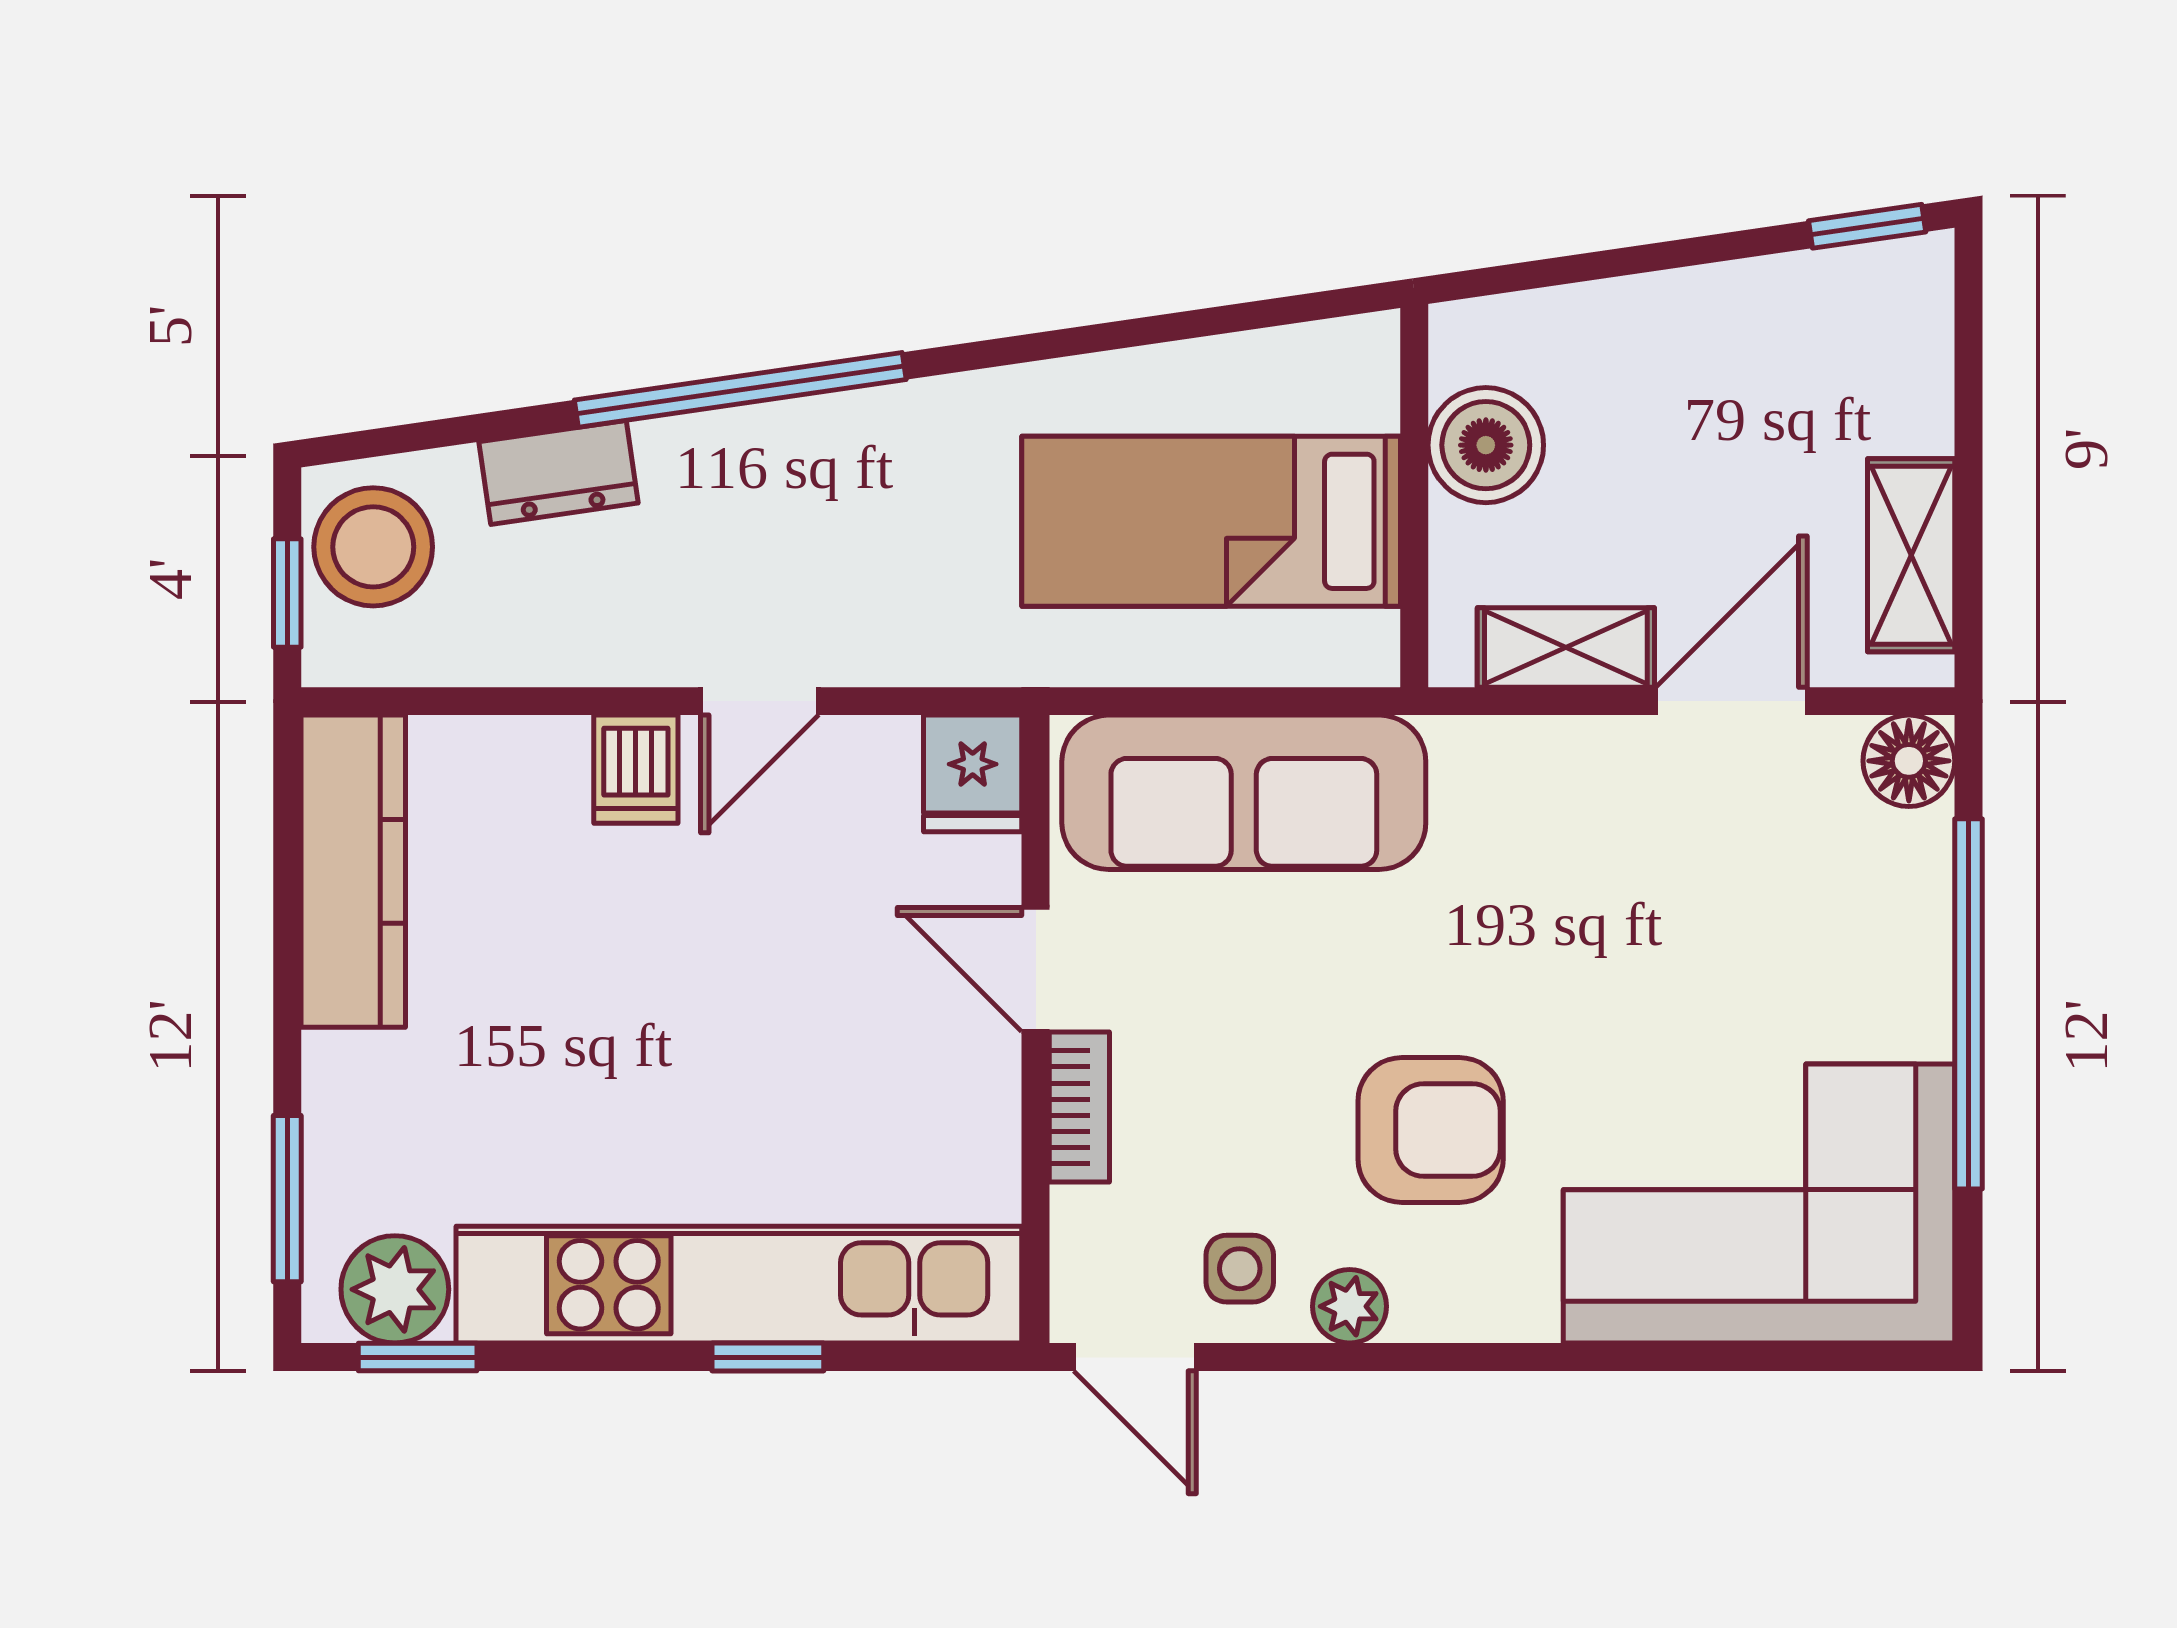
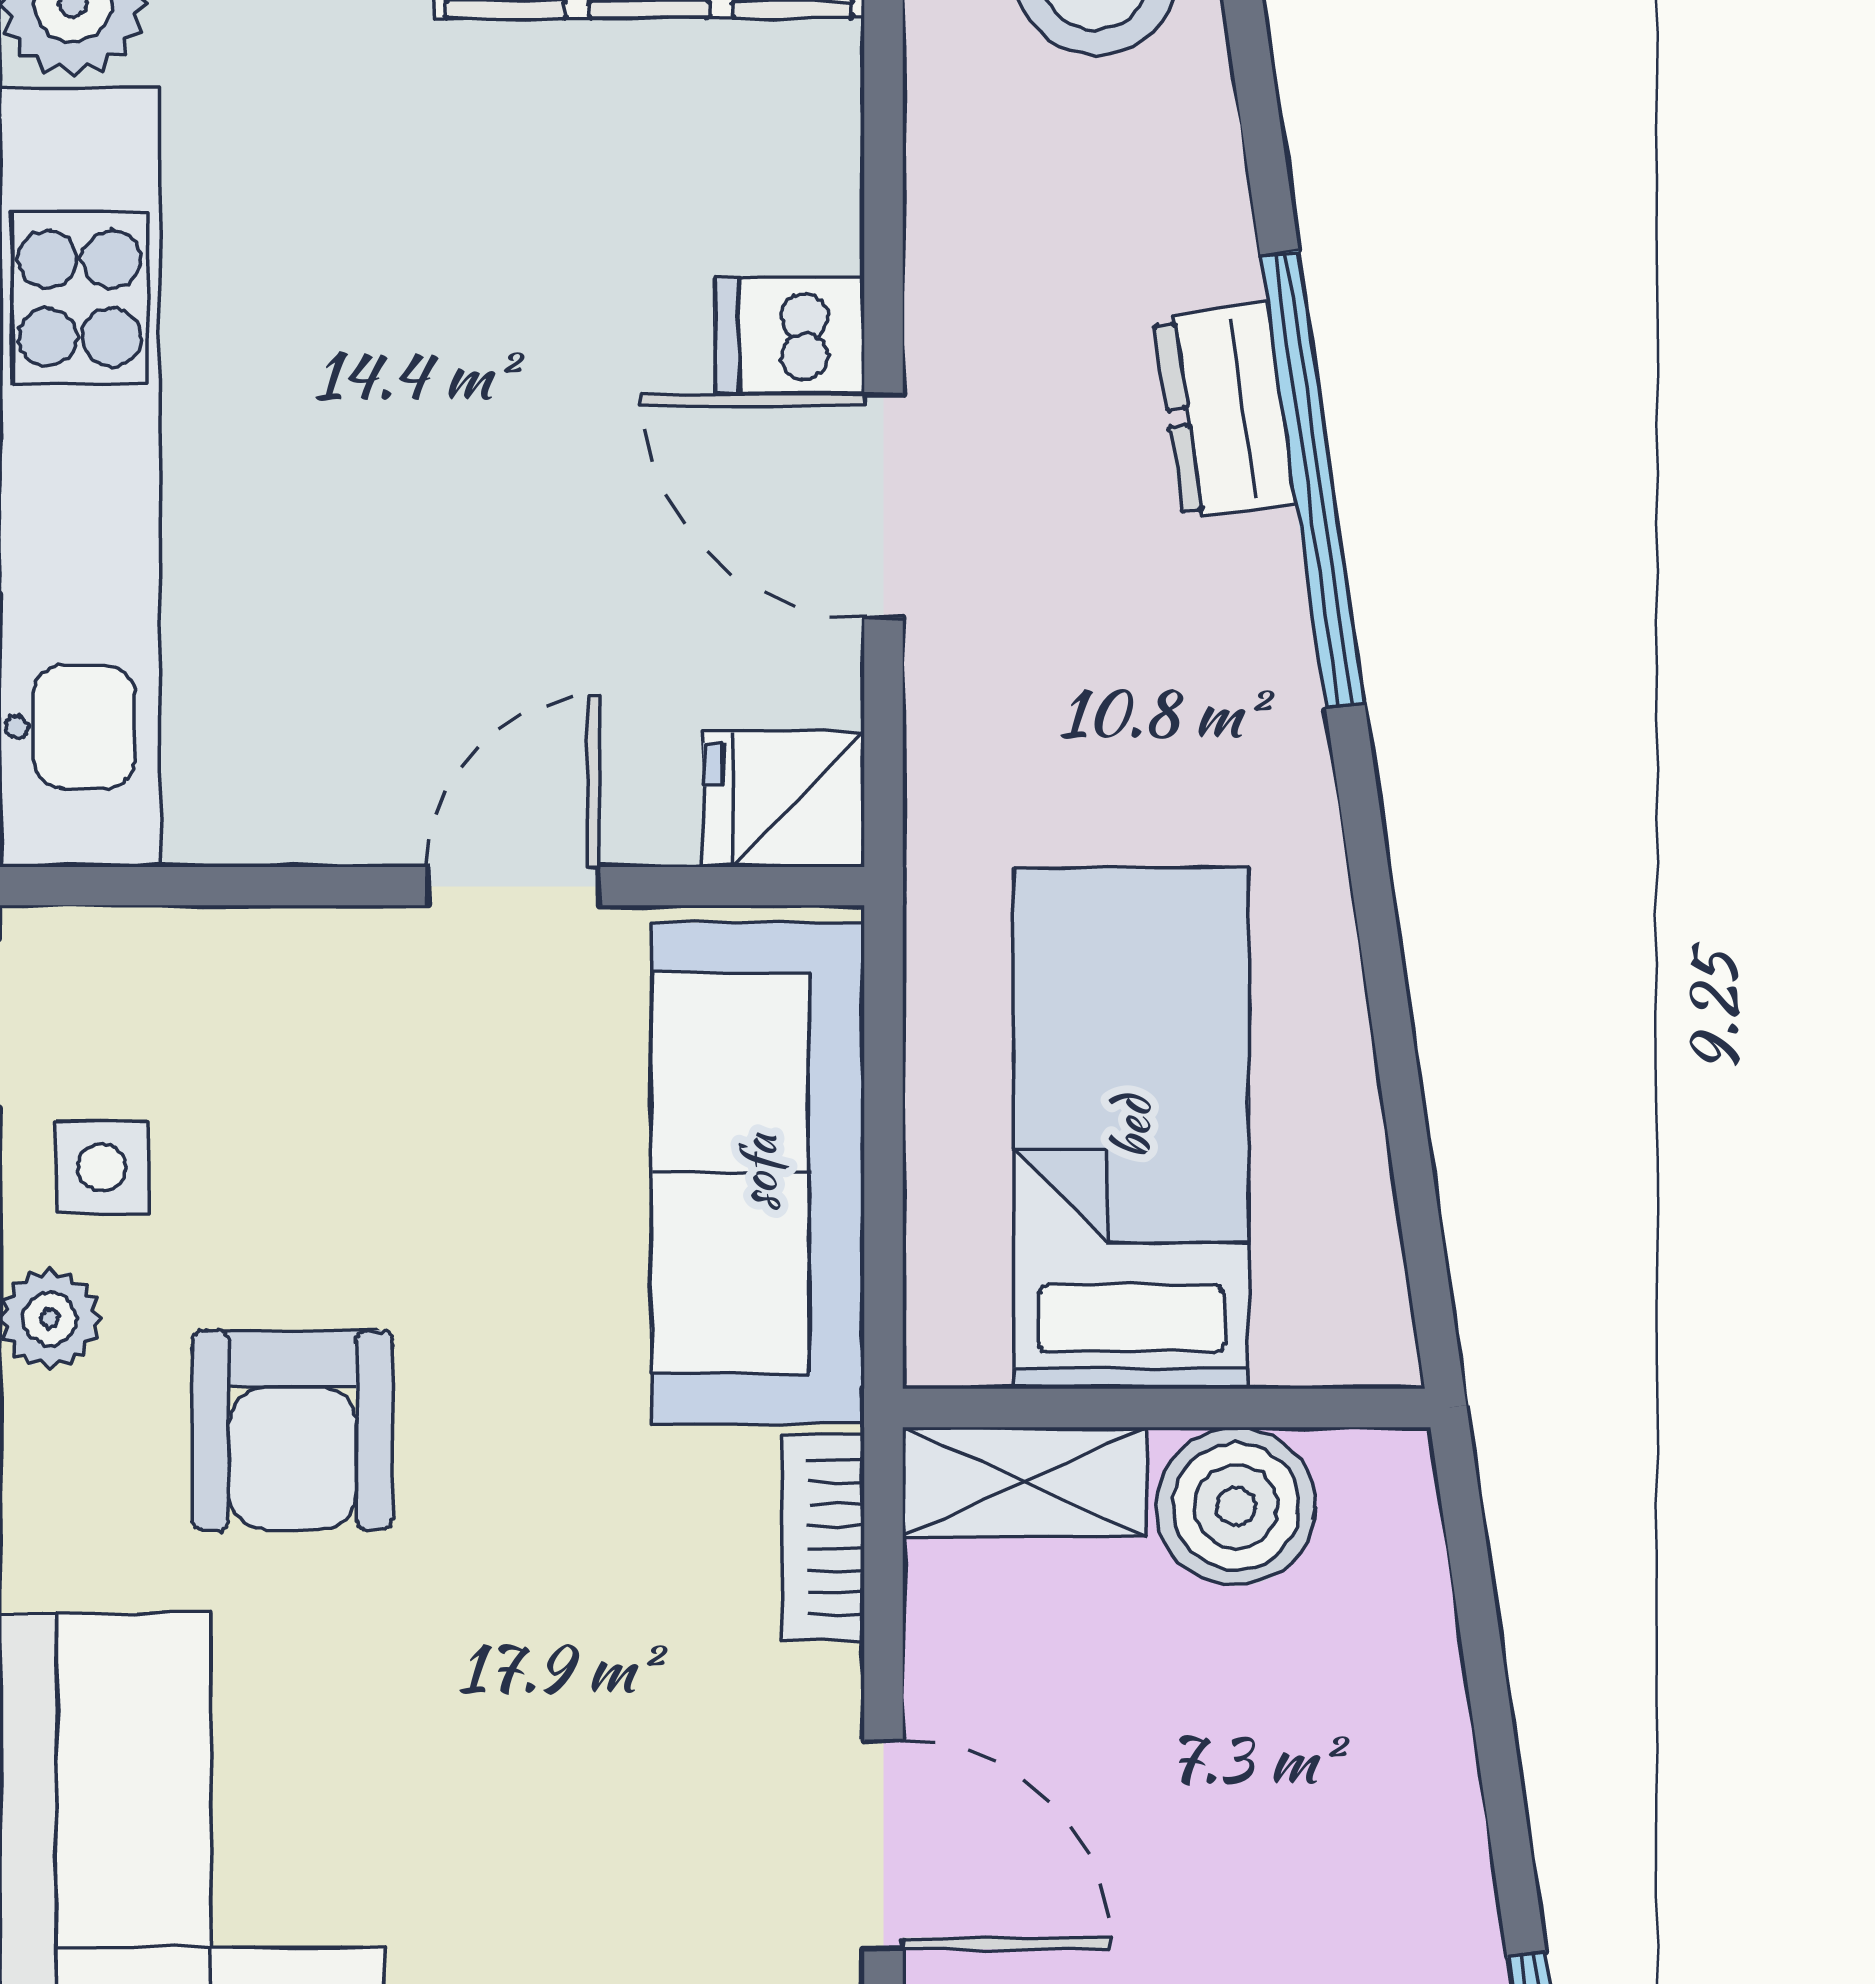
dresser: (558, 472) -> (1225, 411), moved
shelving: (1566, 647) -> (1025, 1482), moved, turned 90
door: (760, 701) -> (883, 506), width x1.38
bookcase: (1079, 1107) -> (823, 1537), moved, turned 90

